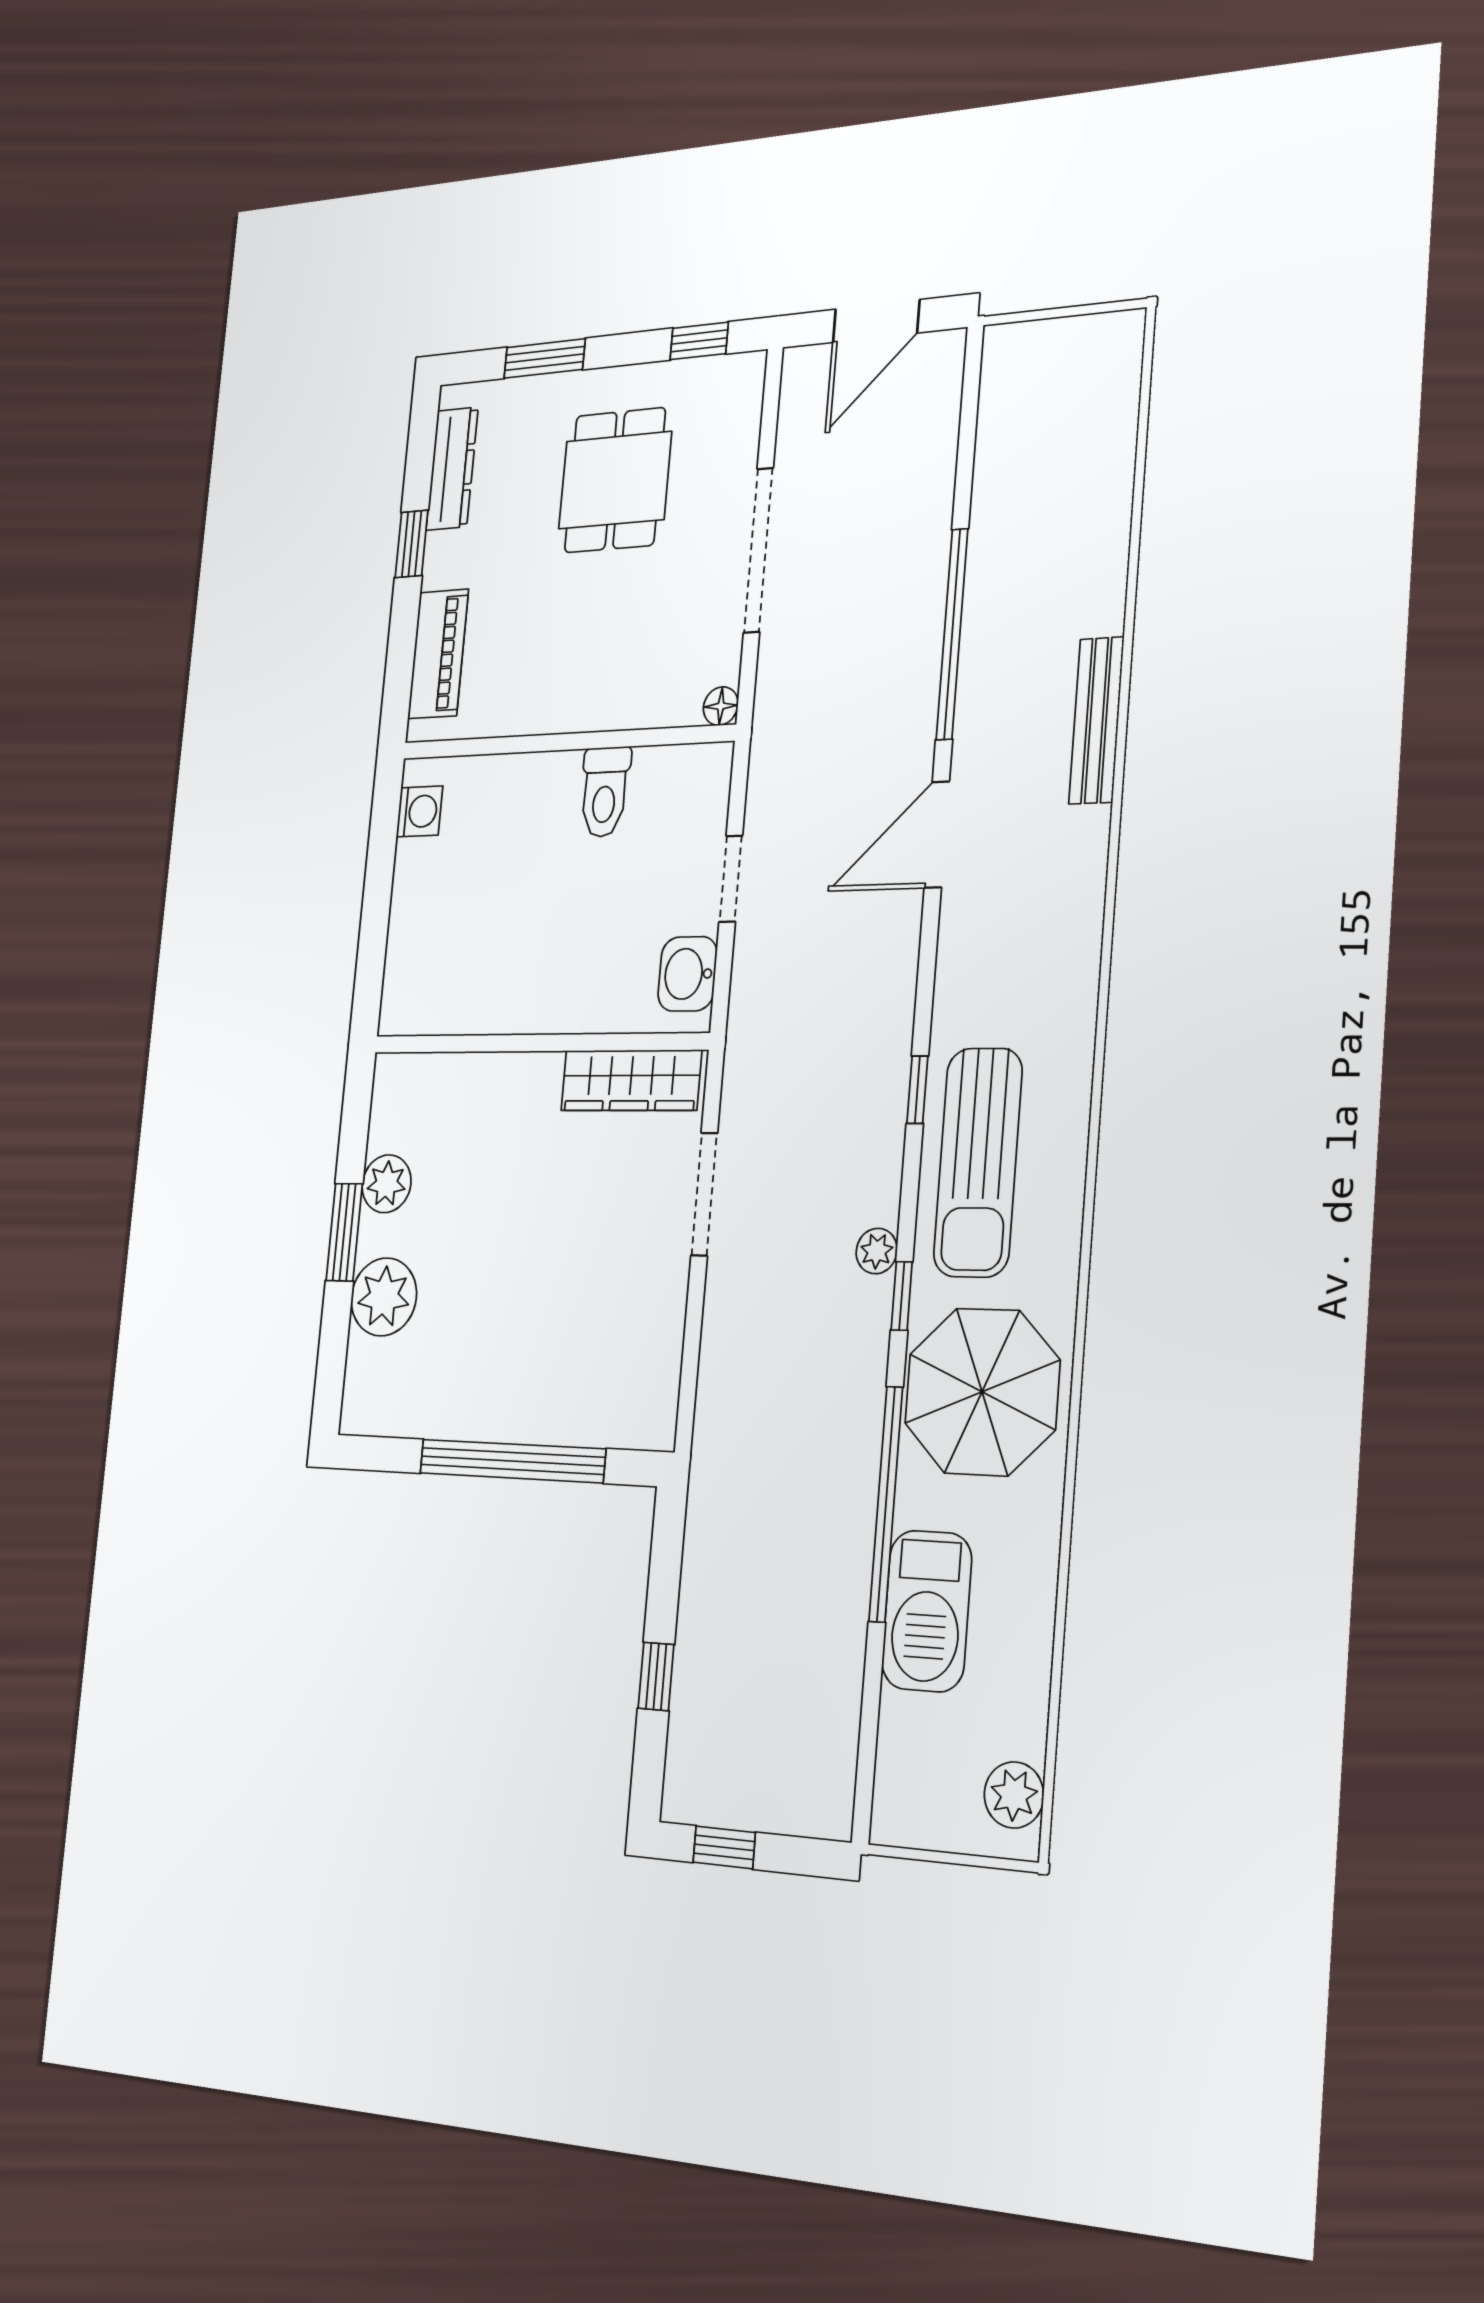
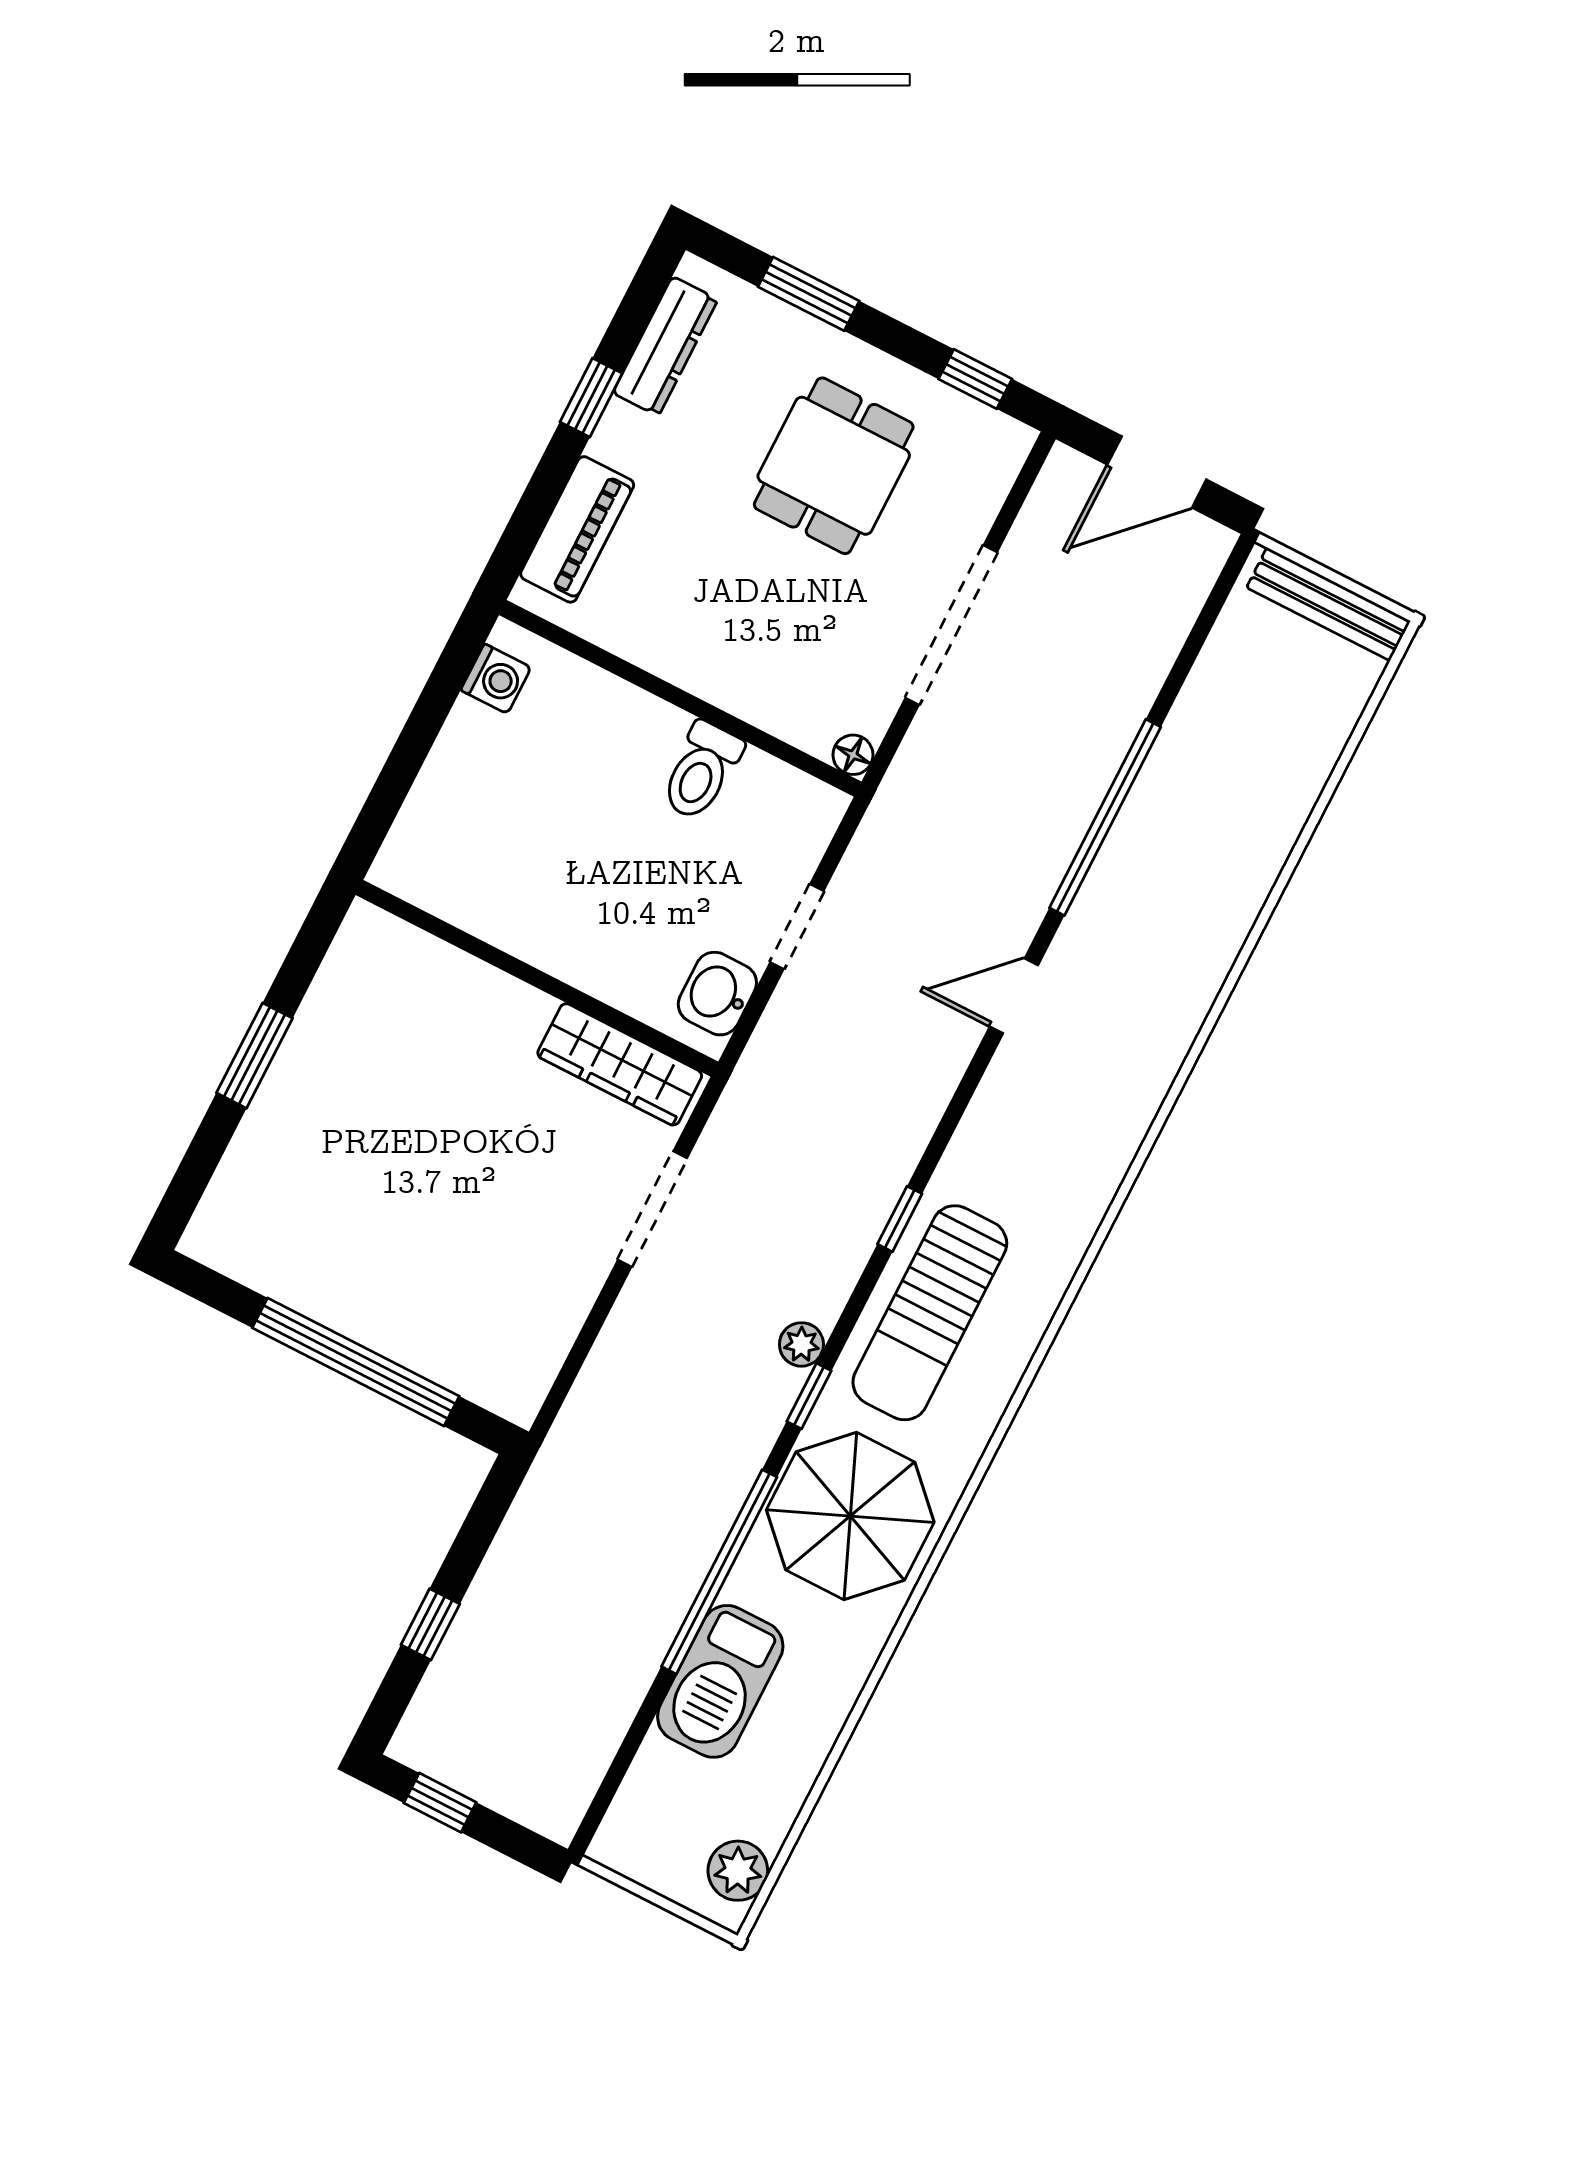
bench: (1096, 720) -> (1329, 604), moved, turned 90
door: (937, 835) -> (1014, 996), width x0.73
plant: (387, 1184) -> (320, 1031), removed
plant: (384, 1297) -> (275, 1141), removed

